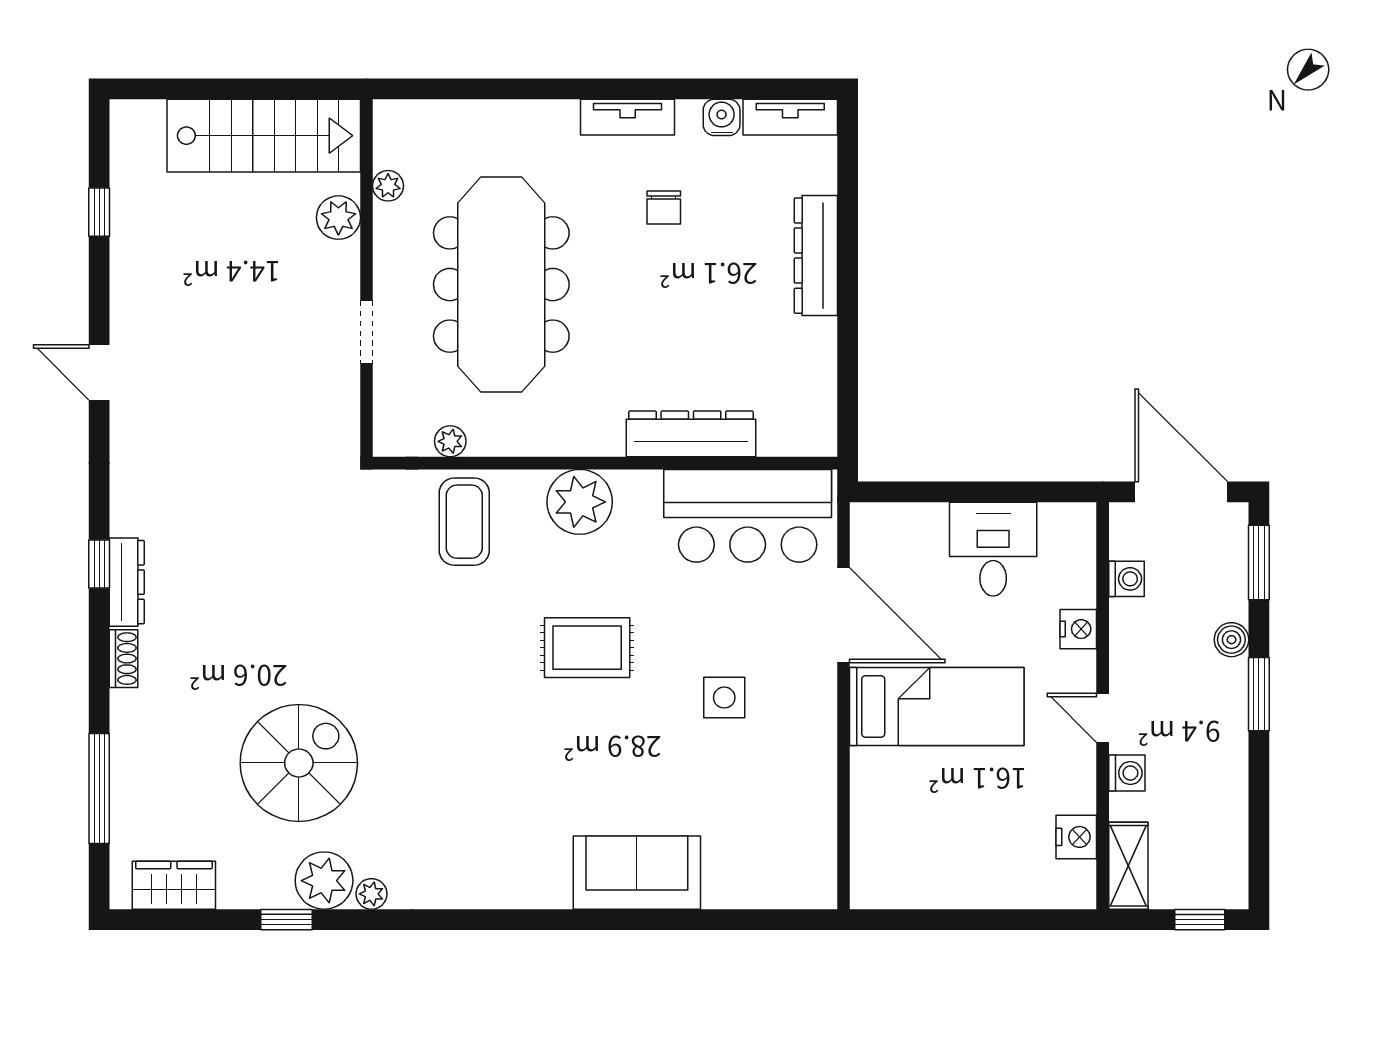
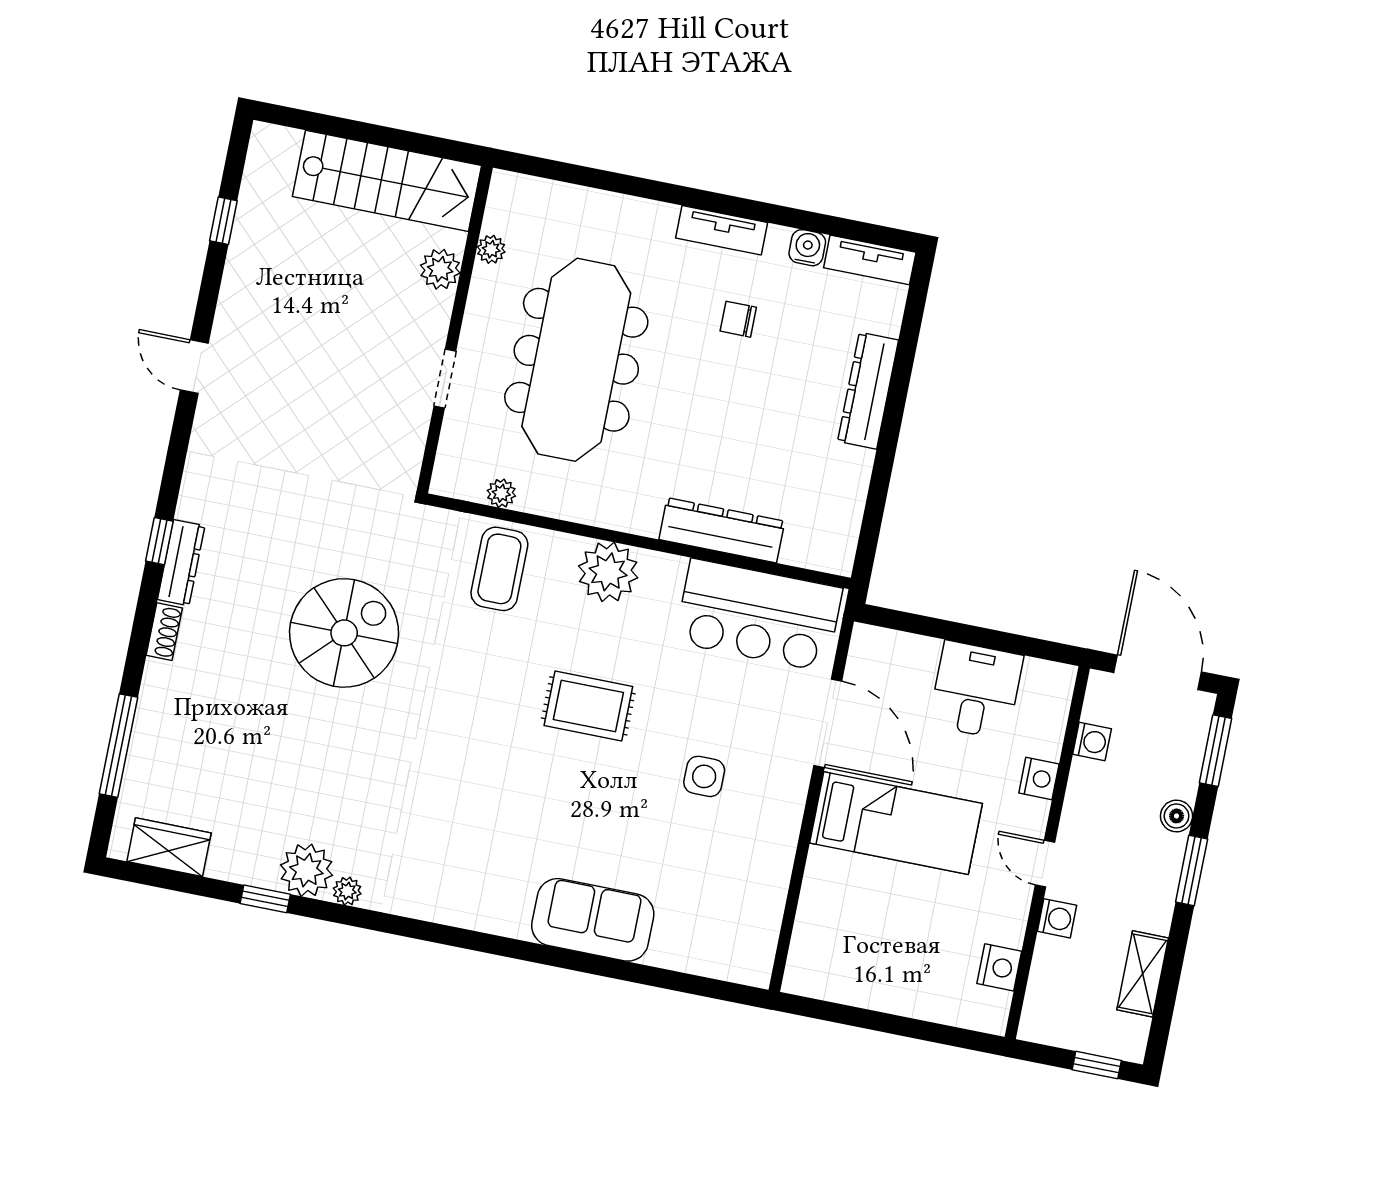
chair: (664, 207) -> (738, 319), turned 90
spiral stairs: (299, 763) -> (344, 633), moved
shelving: (1128, 866) -> (1143, 974), moved

